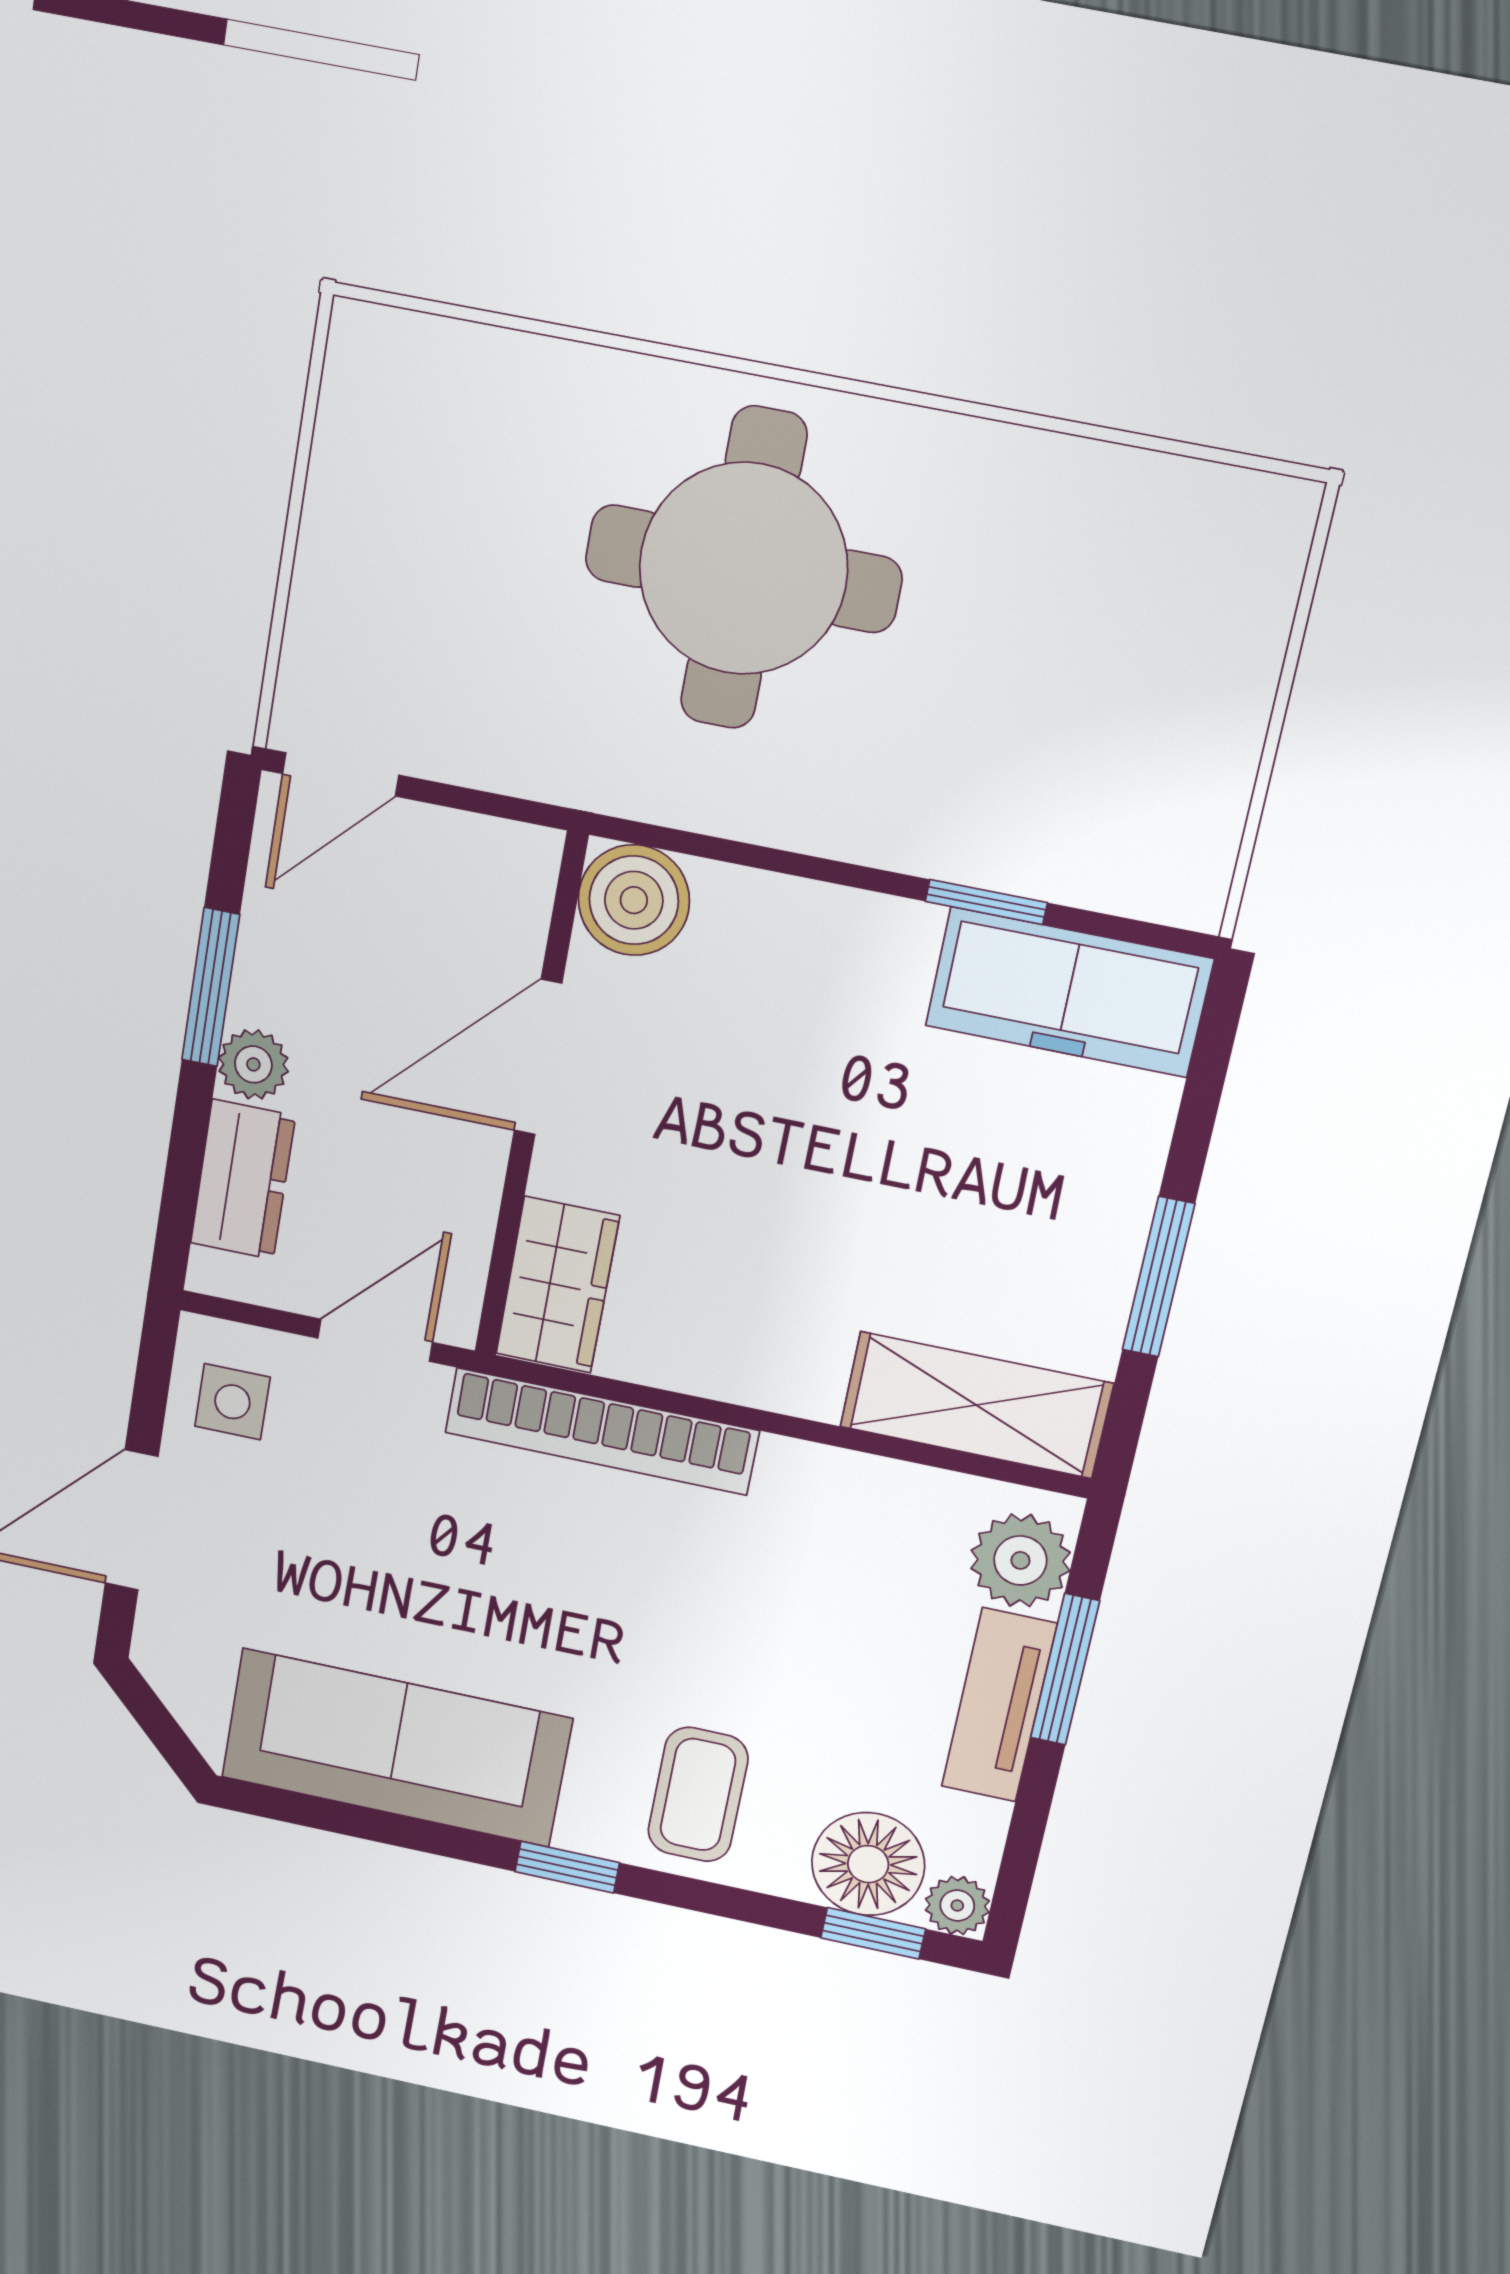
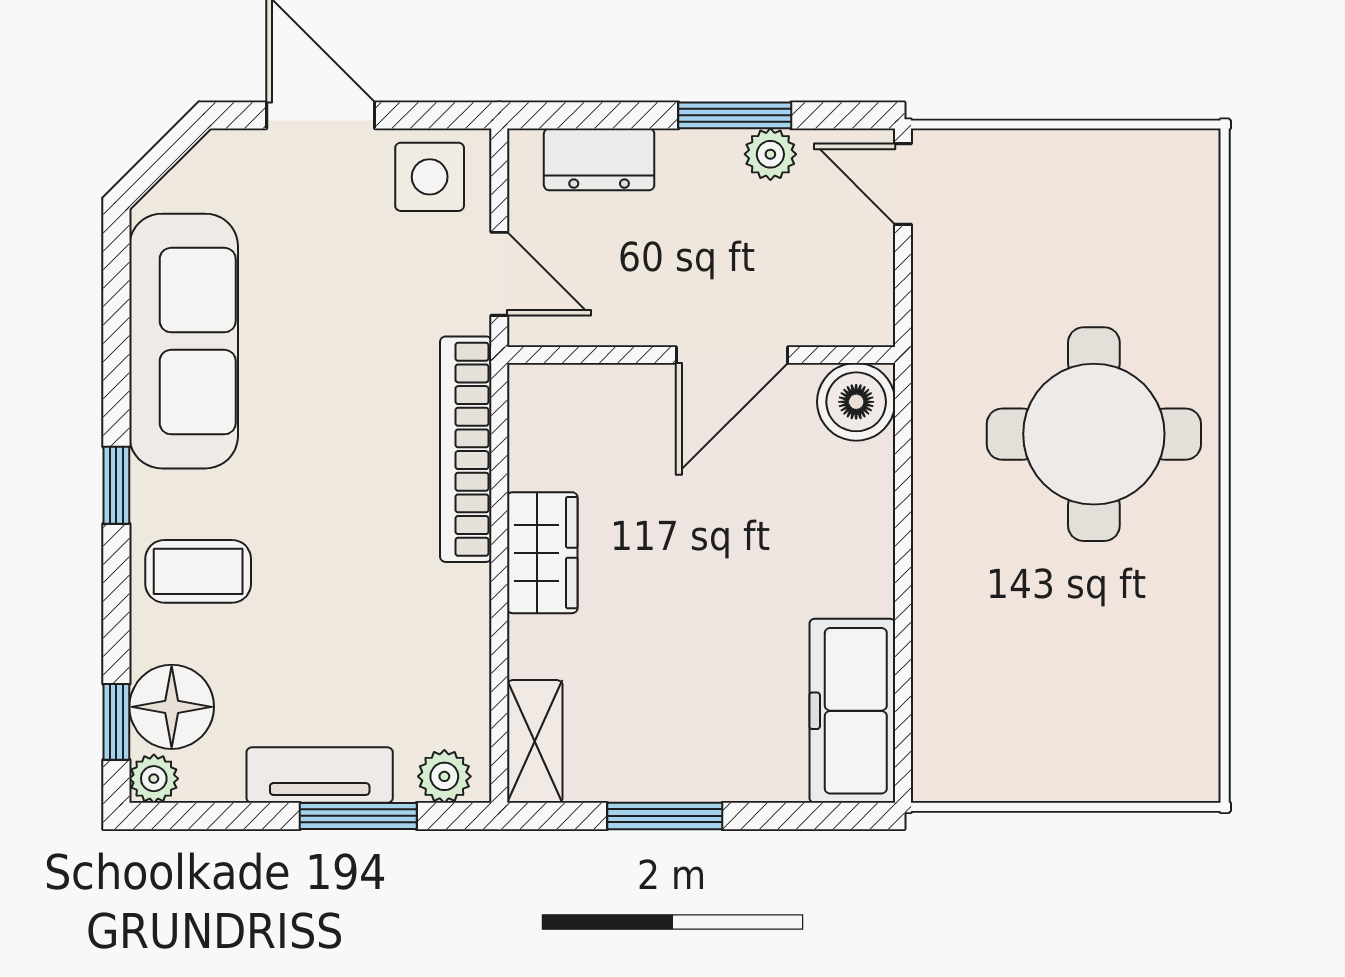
window: (986, 902) -> (903, 642), removed
door: (538, 1057) -> (732, 355), swing flipped
plant: (253, 1064) -> (770, 154), moved
wardrobe: (558, 1285) -> (542, 553), moved, turned -90
side table: (232, 1402) -> (430, 177), width x1.37, depth x1.37
shelving: (976, 1405) -> (535, 741), width x0.67, depth x0.75
plant: (1020, 1560) -> (444, 776), width x0.73, depth x0.73

